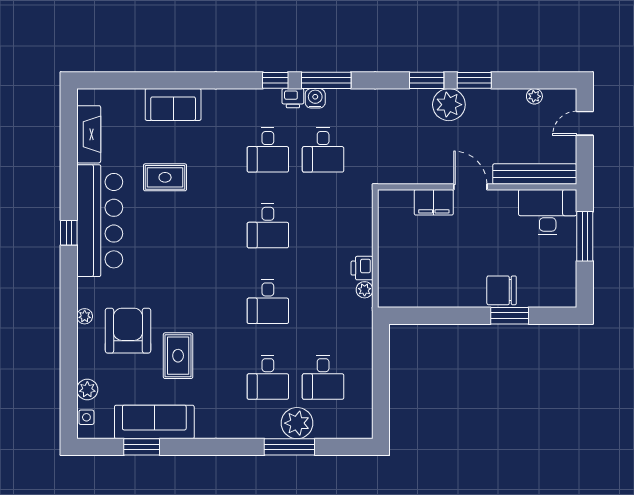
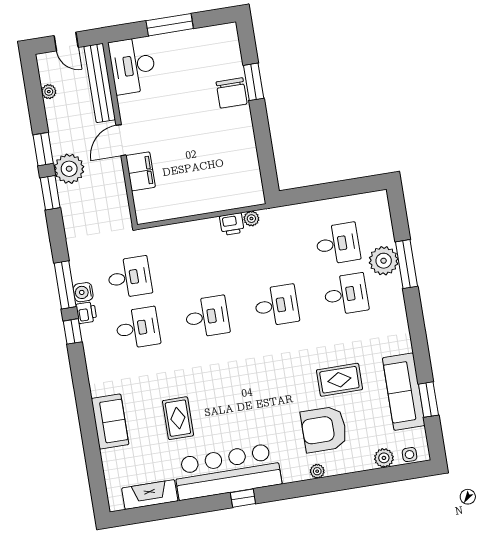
bench: (535, 174) -> (100, 83), moved
door: (470, 187) -> (121, 140), moved
wall: (477, 187) -> (120, 134), moved
filing cabinet: (434, 202) -> (141, 171), moved
desk: (548, 212) -> (133, 66), moved

